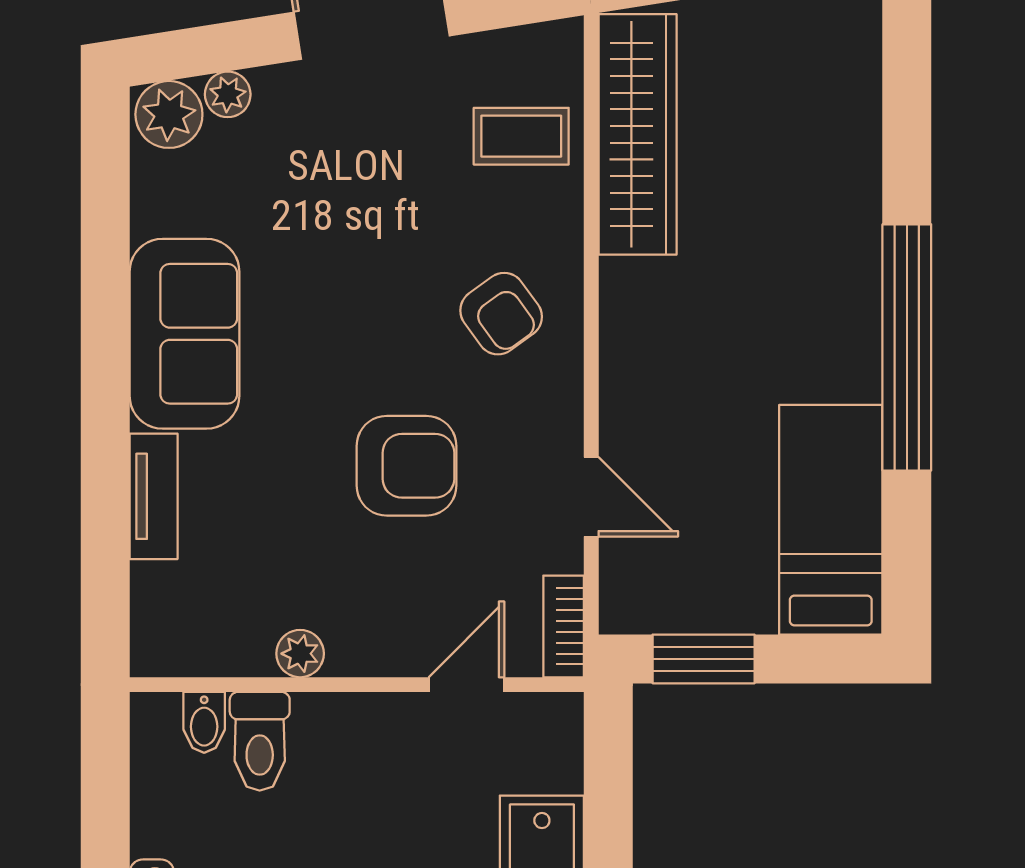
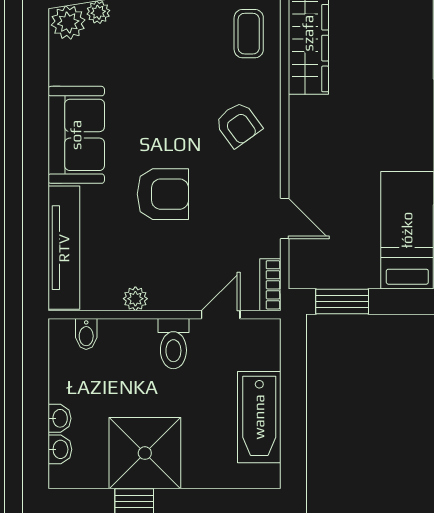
coffee table: (521, 136) -> (249, 34), turned 90
armchair: (406, 466) -> (163, 194), moved
tv unit: (154, 496) -> (64, 248), width x1.92, depth x1.29
toilet: (260, 741) -> (173, 344), moved

